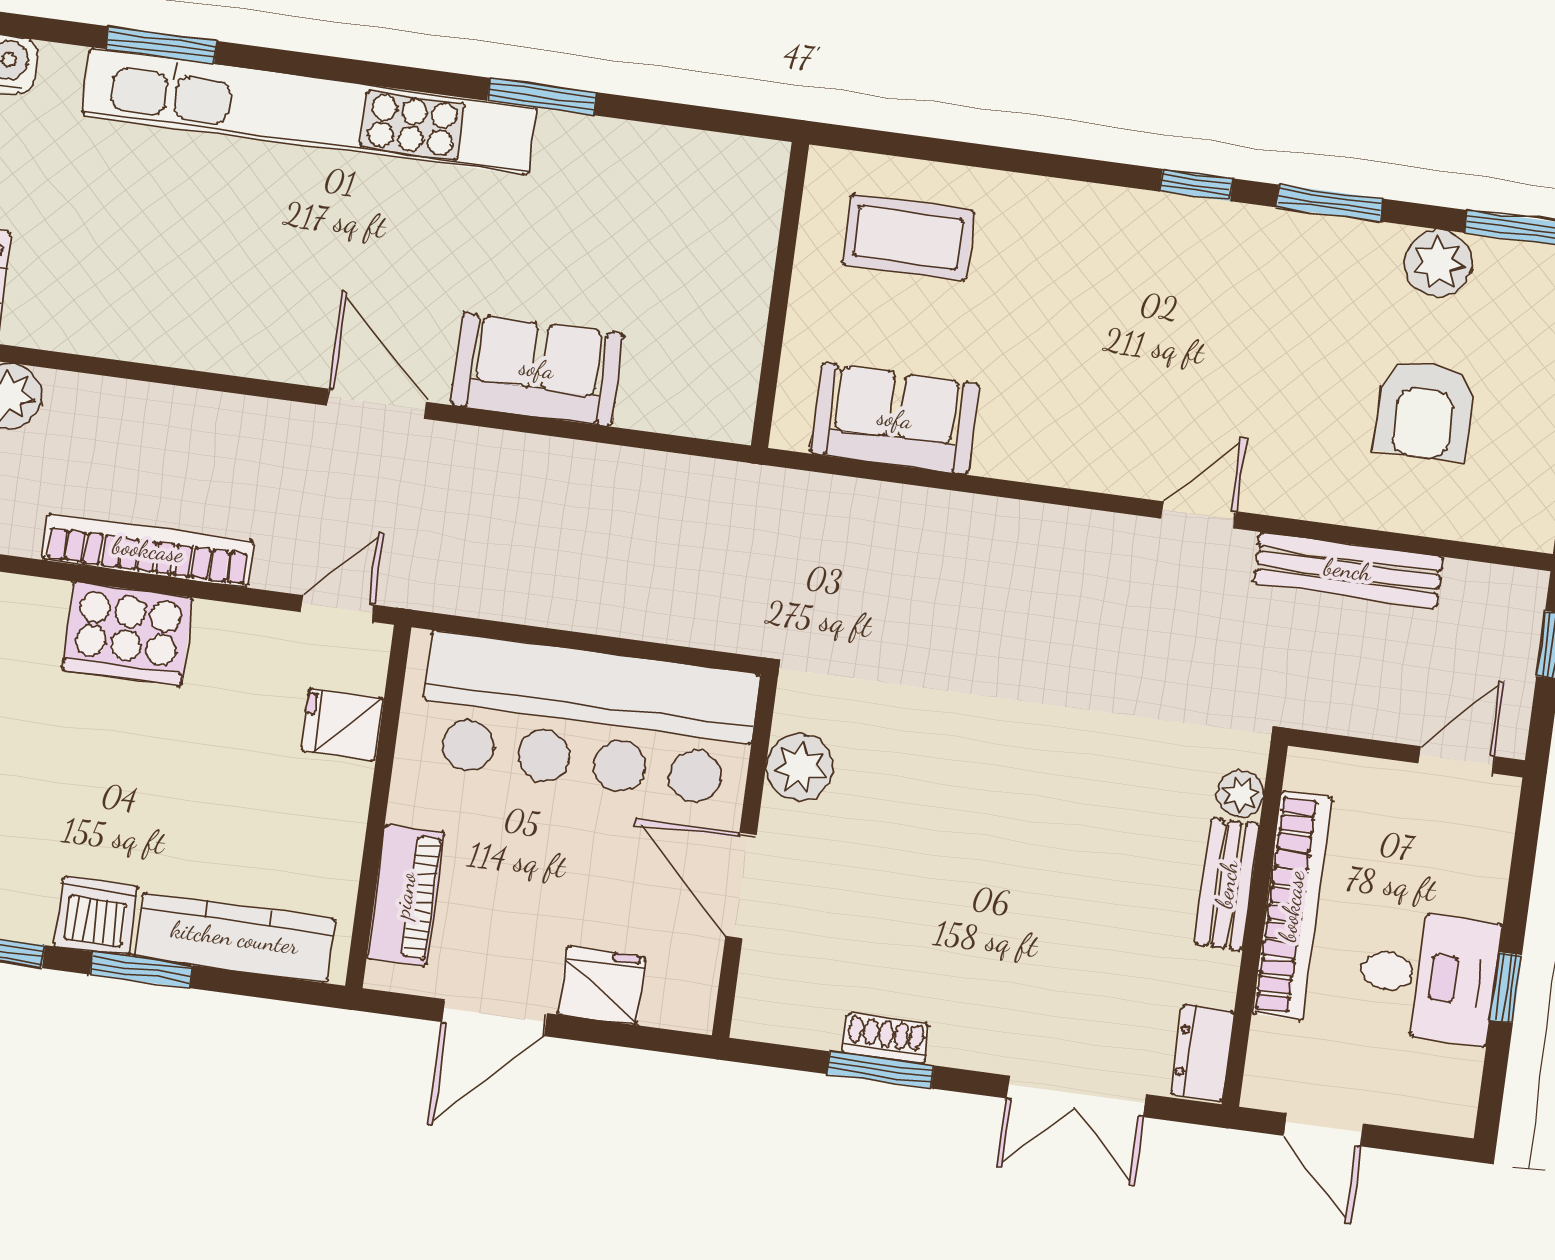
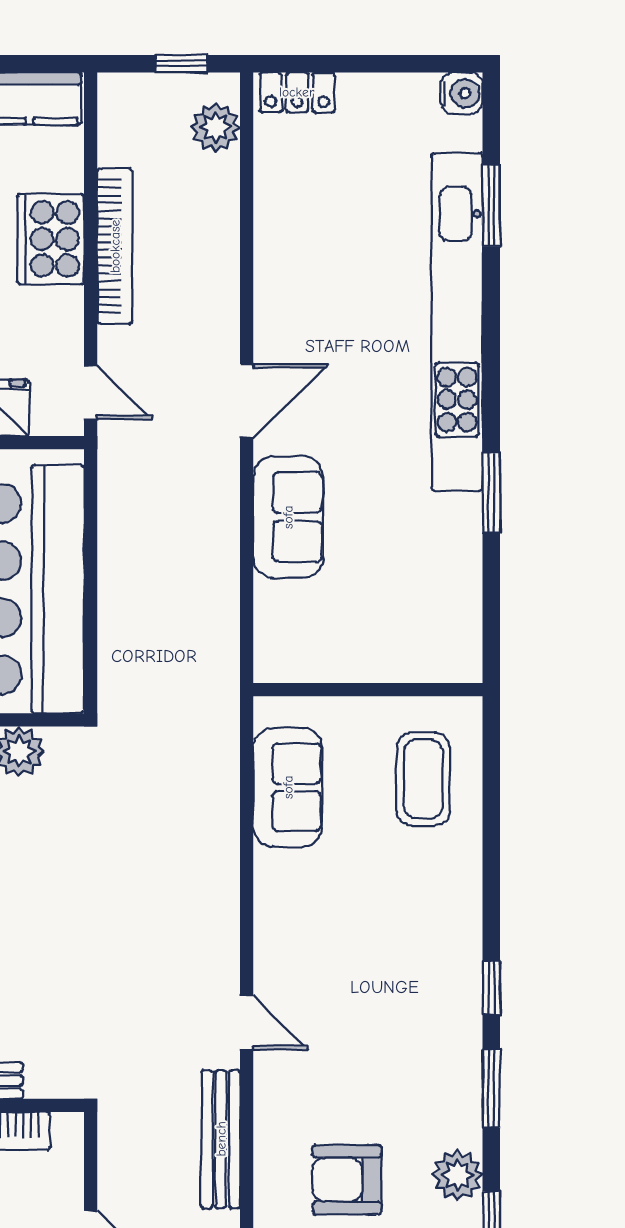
plant: (1241, 794) -> (44, 1082), removed

